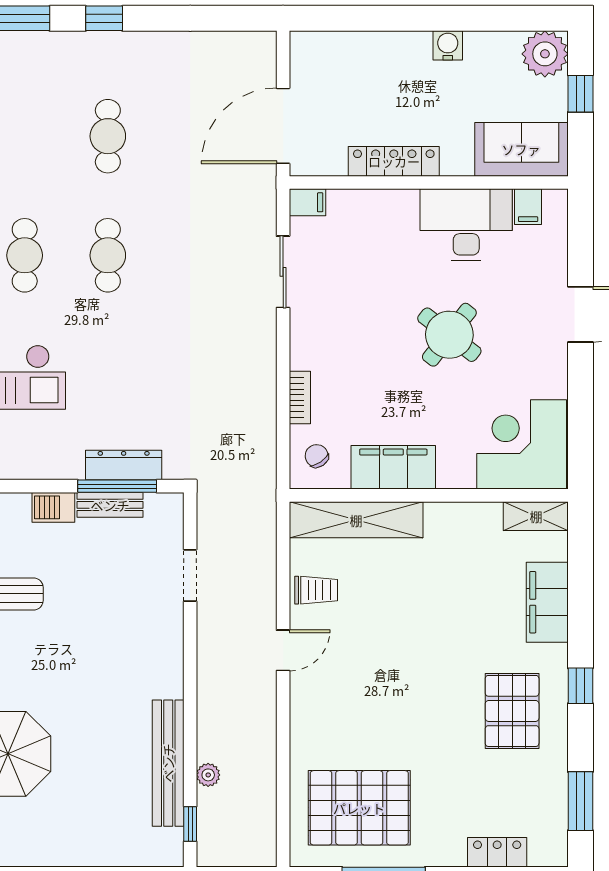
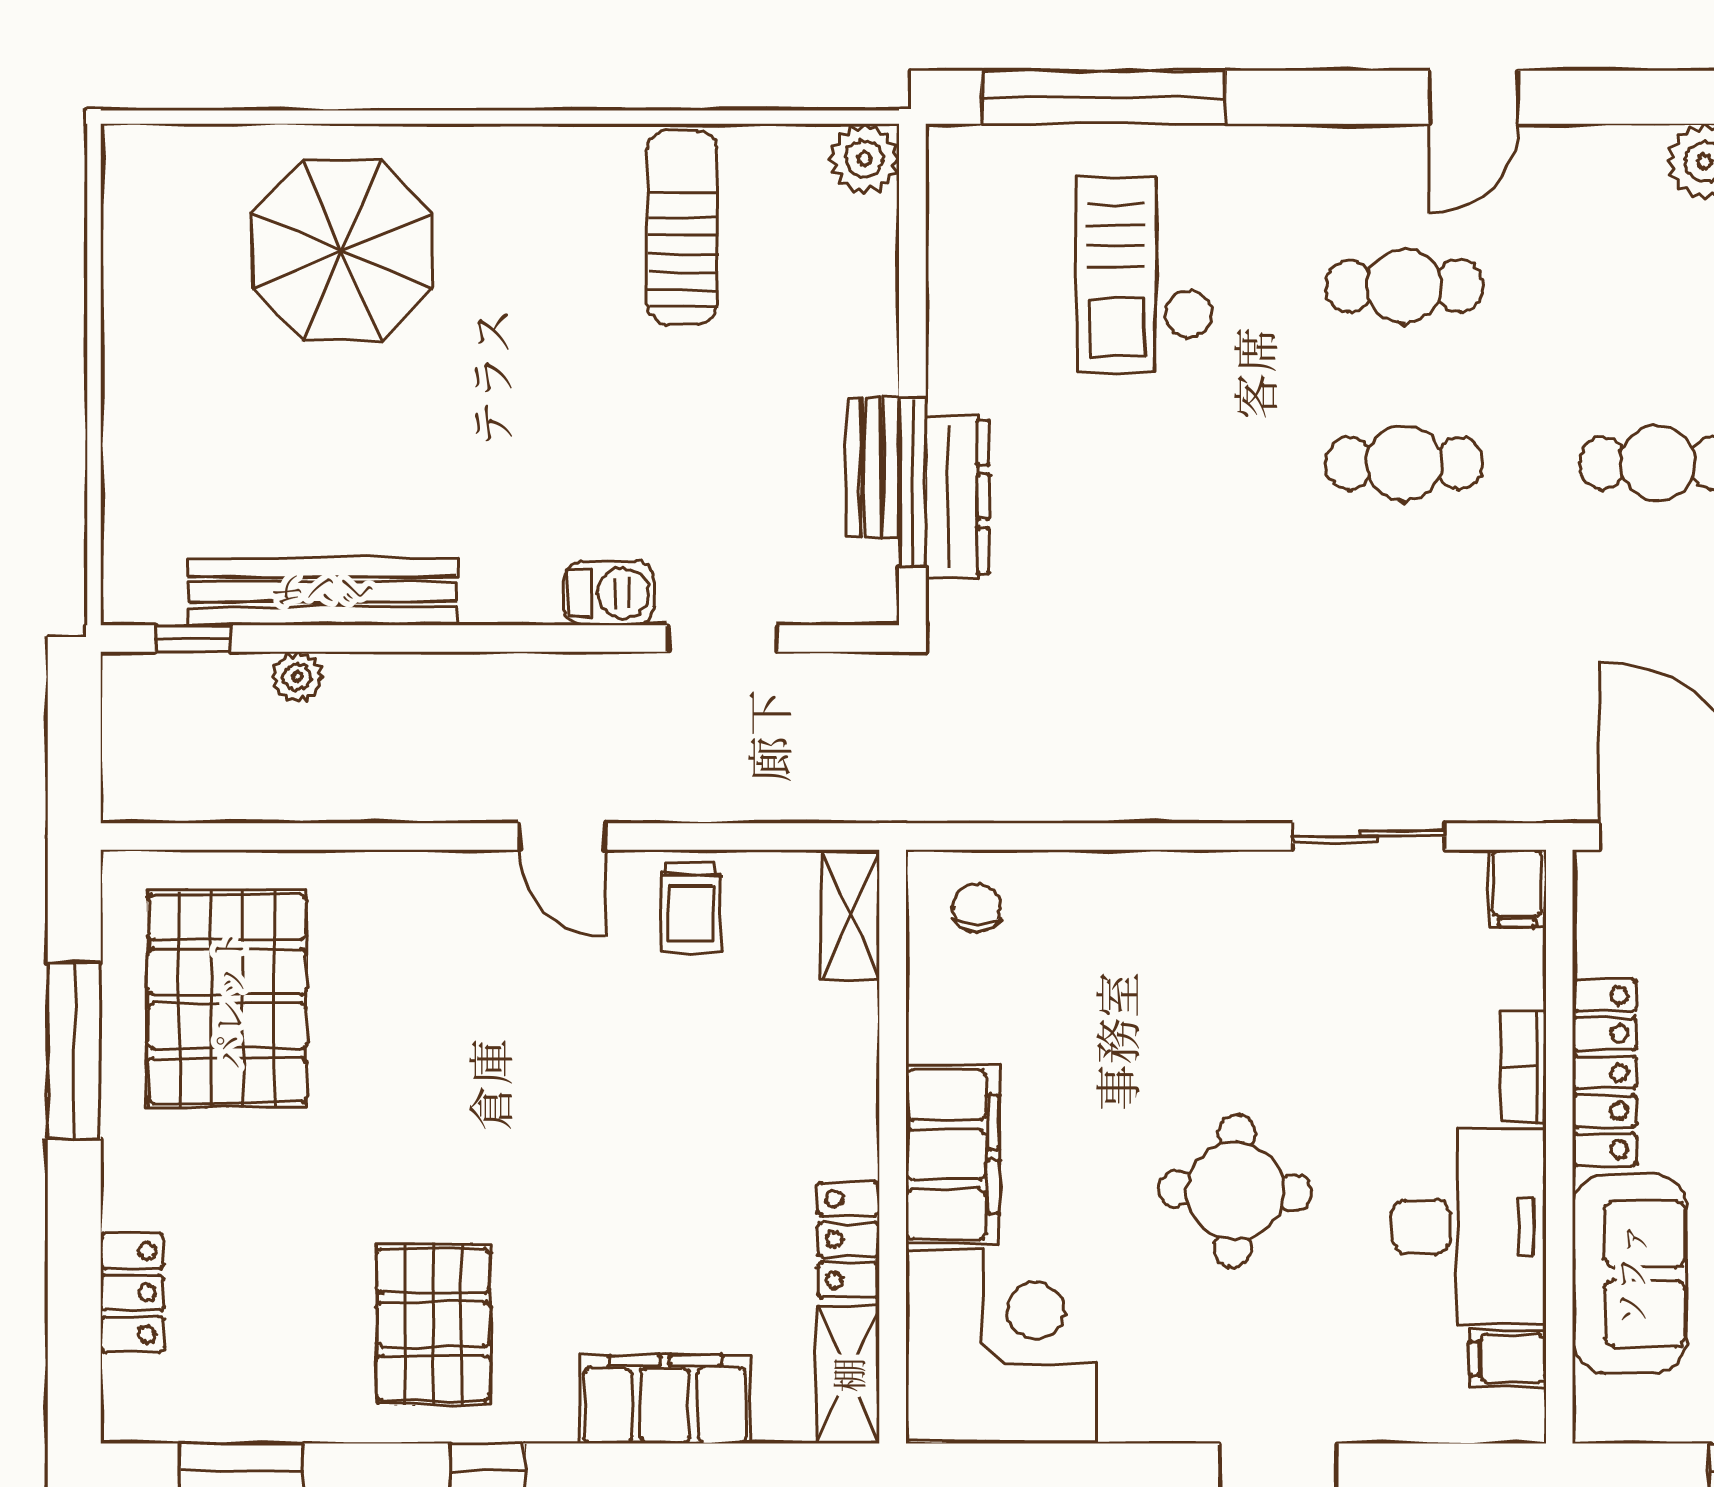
sofa: (521, 149) -> (1630, 1274), moved
round table: (449, 335) -> (1235, 1191), turned -36
bookcase: (300, 398) -> (1524, 1067), moved, turned 90
chair: (317, 456) -> (977, 908), turned -56
filing cabinet: (393, 467) -> (952, 1155), moved
barbecue: (53, 507) -> (609, 593), moved, turned 90
locker: (472, 516) -> (849, 1239), added
shelving: (356, 520) -> (850, 914), width x0.45, depth x0.75
pallet: (512, 711) -> (433, 1324), turned 90

